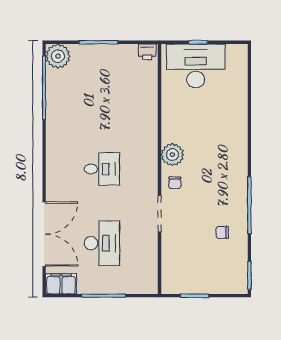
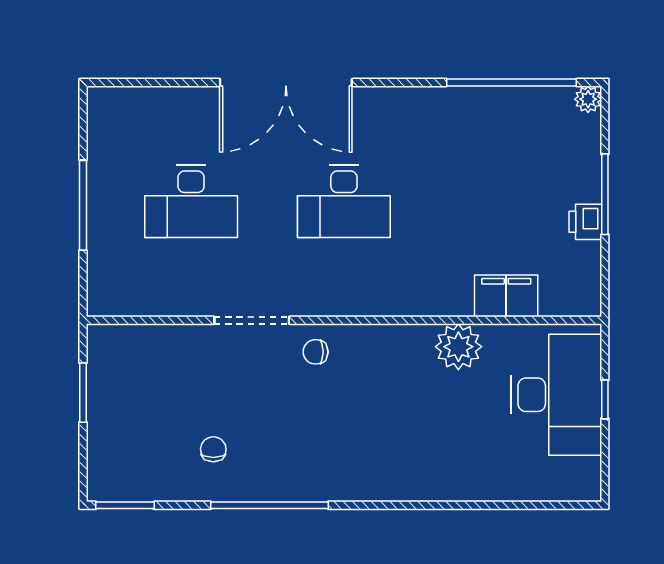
printer: (147, 52) -> (585, 222), moved
plant: (58, 56) -> (588, 99), width x0.53, depth x0.53
plant: (172, 155) -> (458, 347), moved
desk: (102, 169) -> (344, 201), width x1.37
double door: (44, 234) -> (286, 82), moved
filing cabinet: (61, 284) -> (506, 296), moved, turned -90

